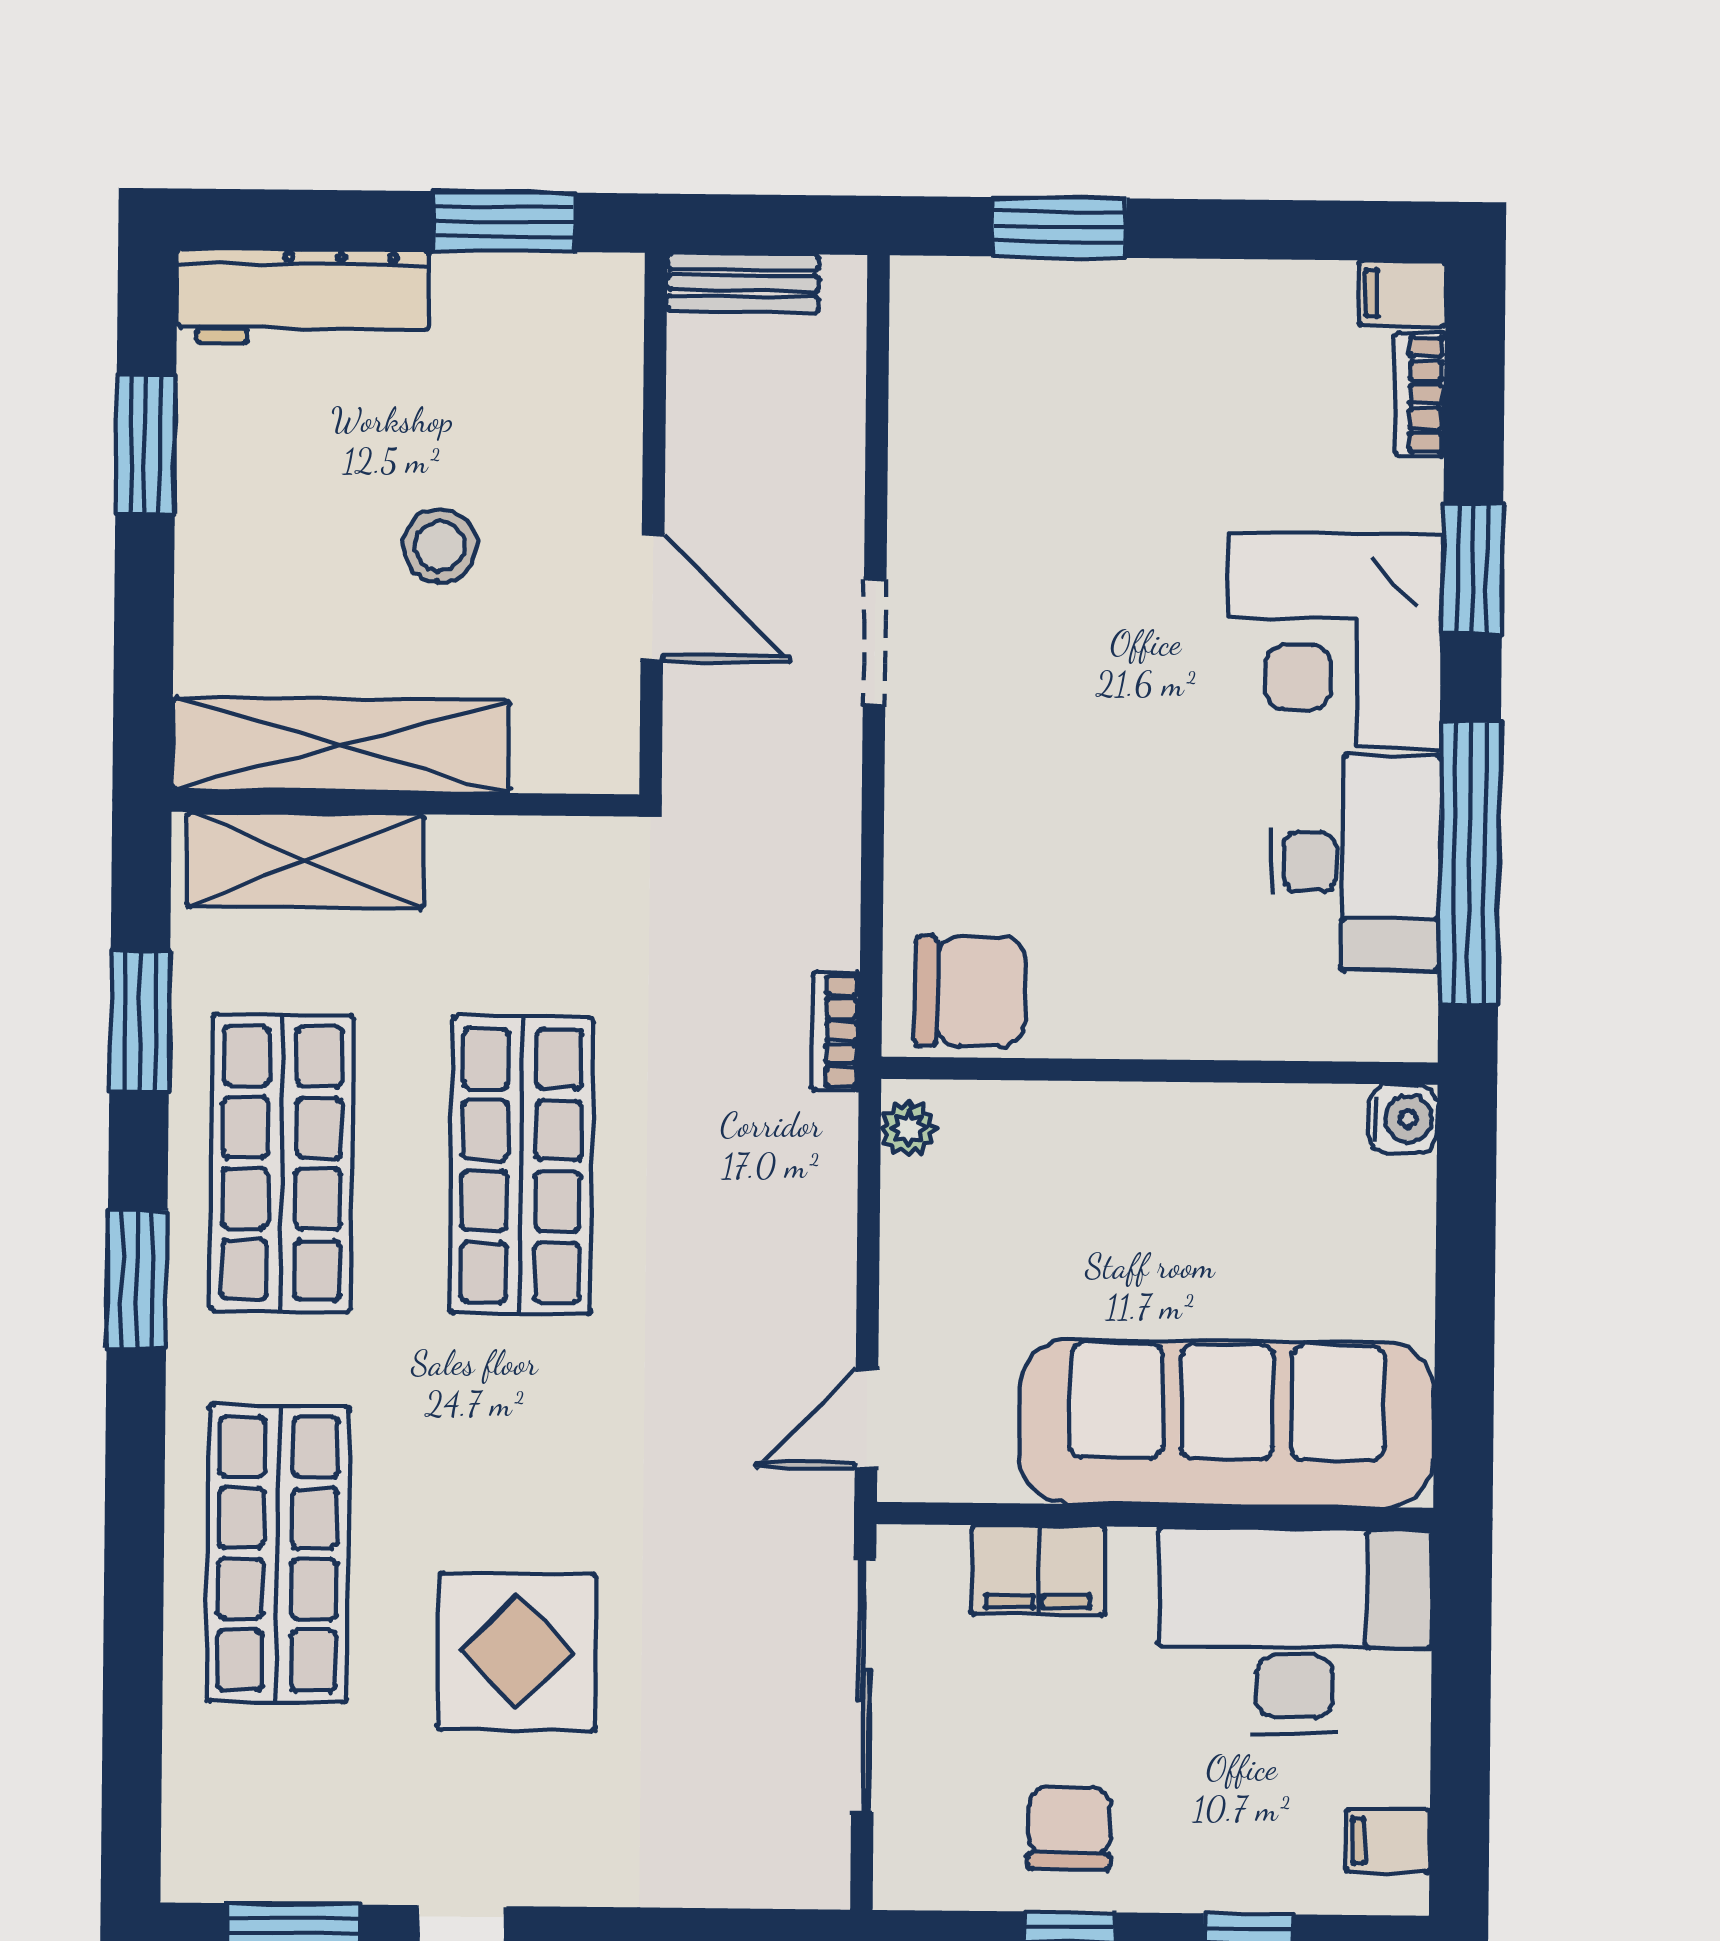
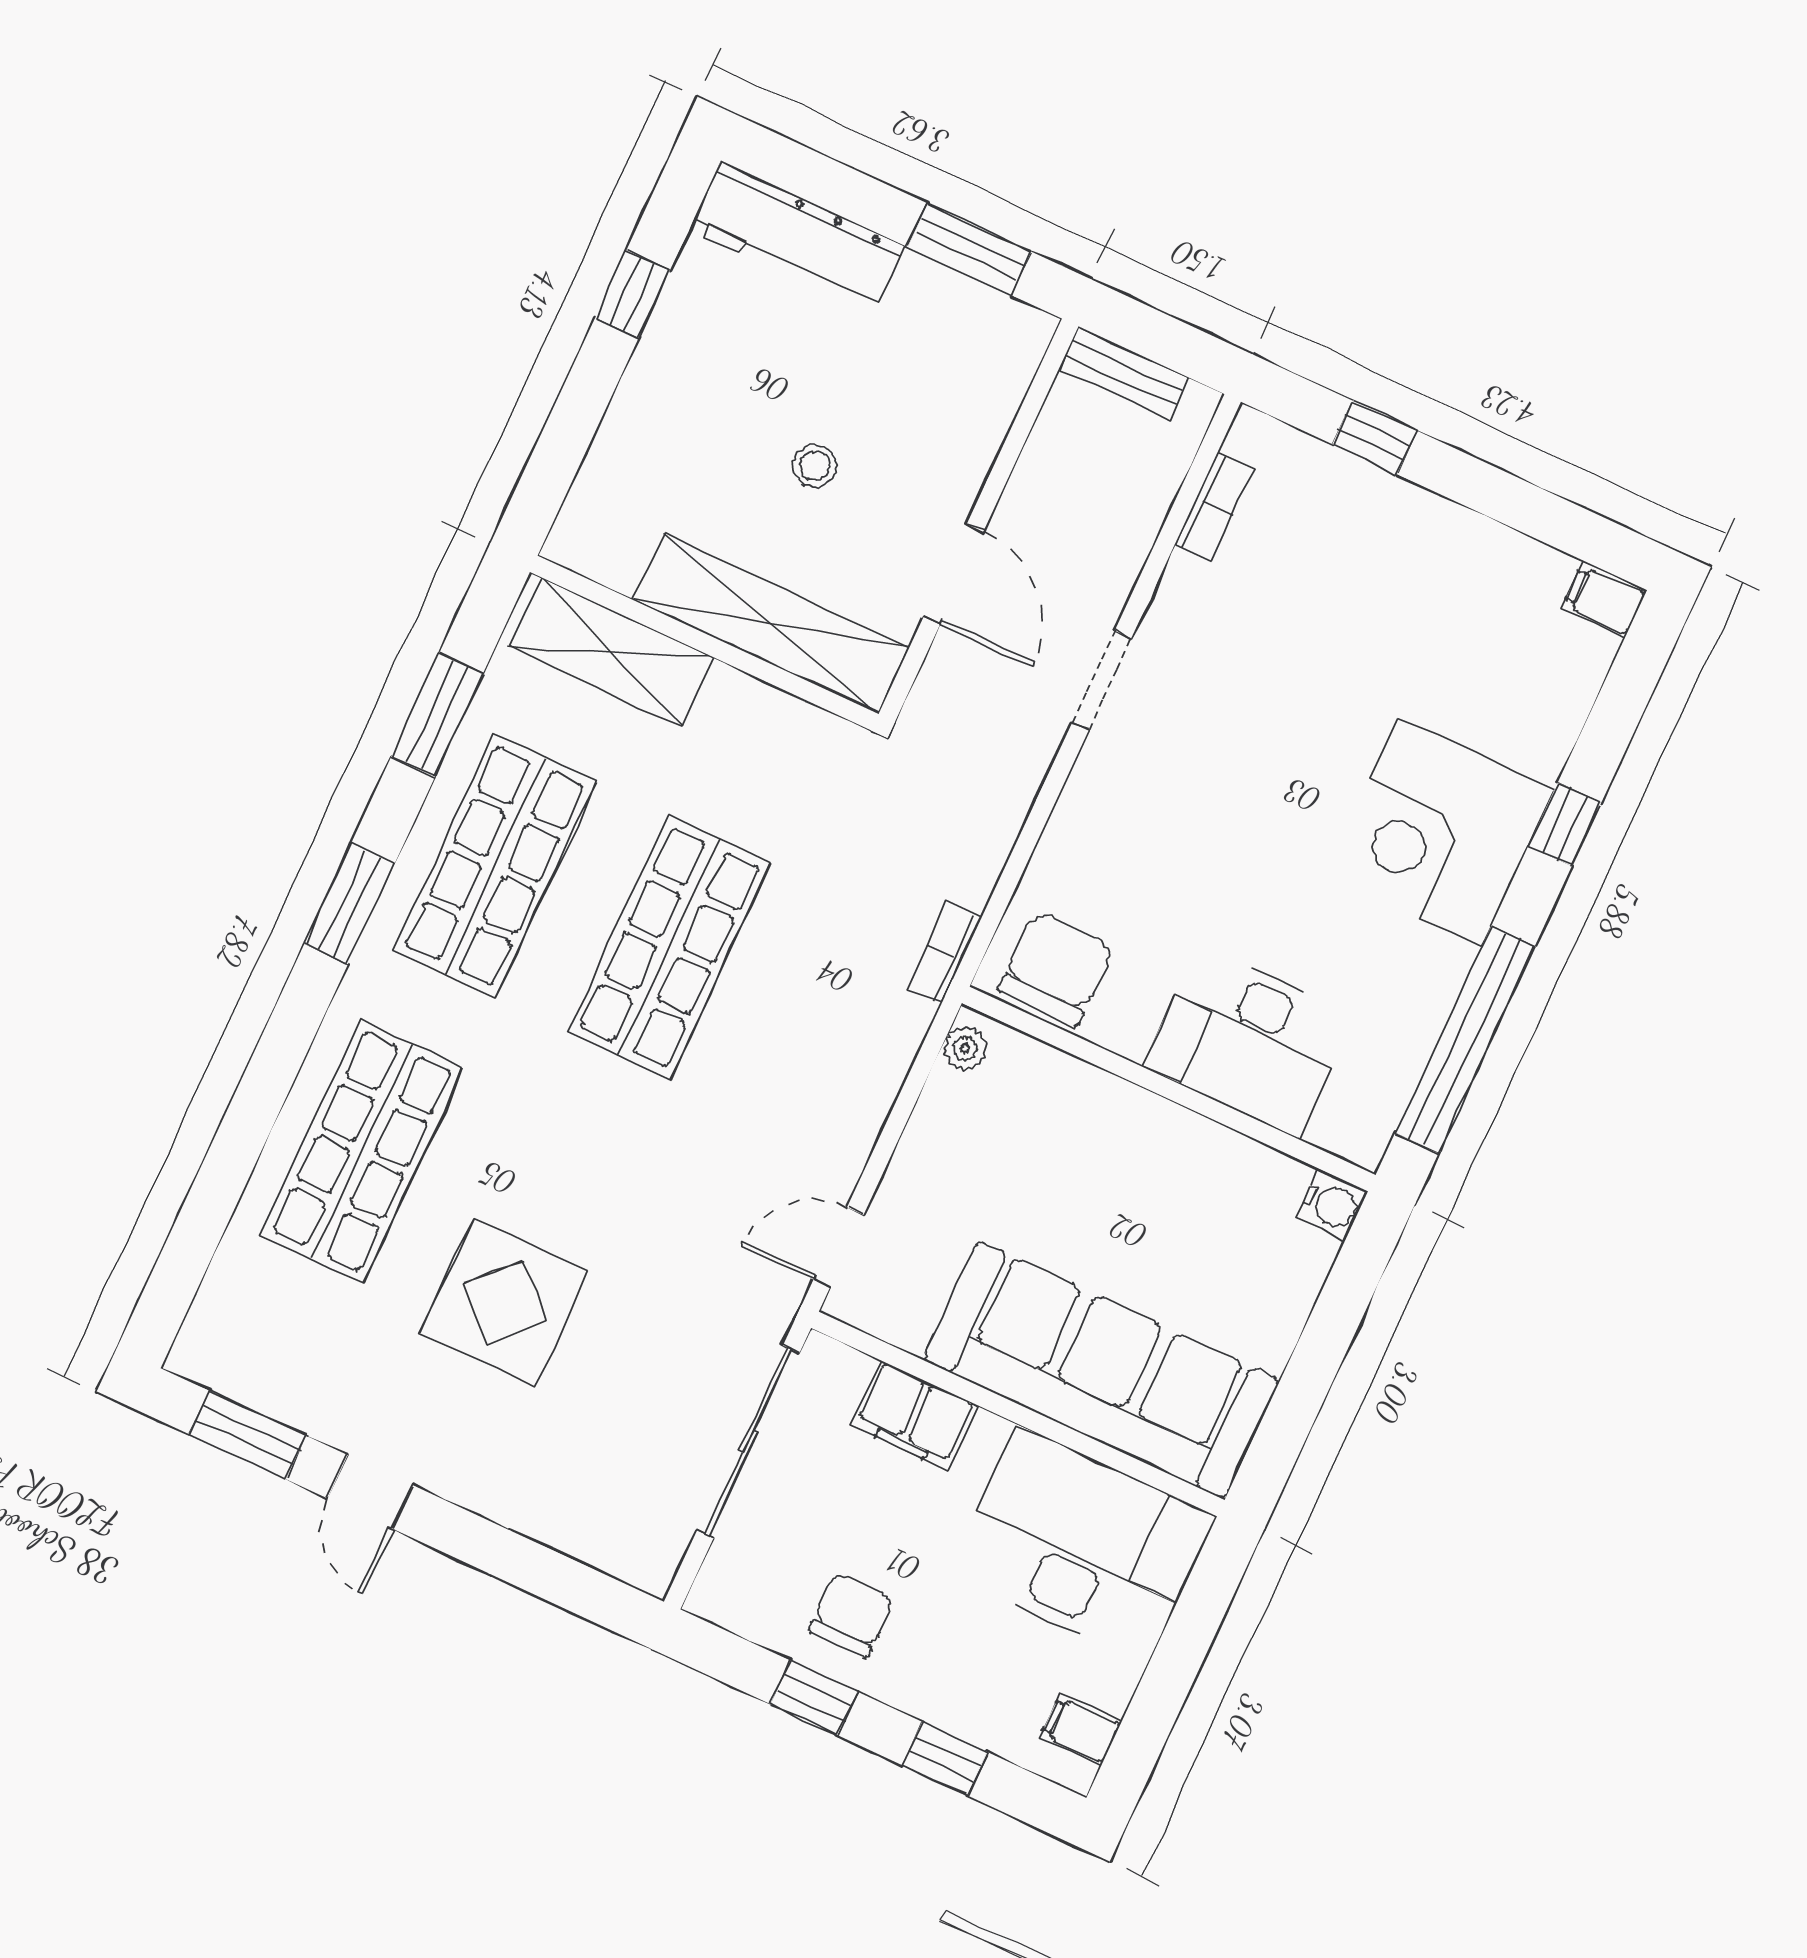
window: (1060, 227) -> (1375, 437), width x0.67
bookcase: (1420, 394) -> (1214, 507), moved, turned 180
window: (146, 445) -> (632, 294), width x0.67
stool: (440, 546) -> (815, 466), width x0.73, depth x0.73
window: (1473, 568) -> (1565, 824), width x0.67
shelving: (341, 745) -> (771, 623), moved
desk: (1355, 862) -> (1249, 1041), moved, turned 90
chair: (970, 991) -> (1056, 968), turned -90

